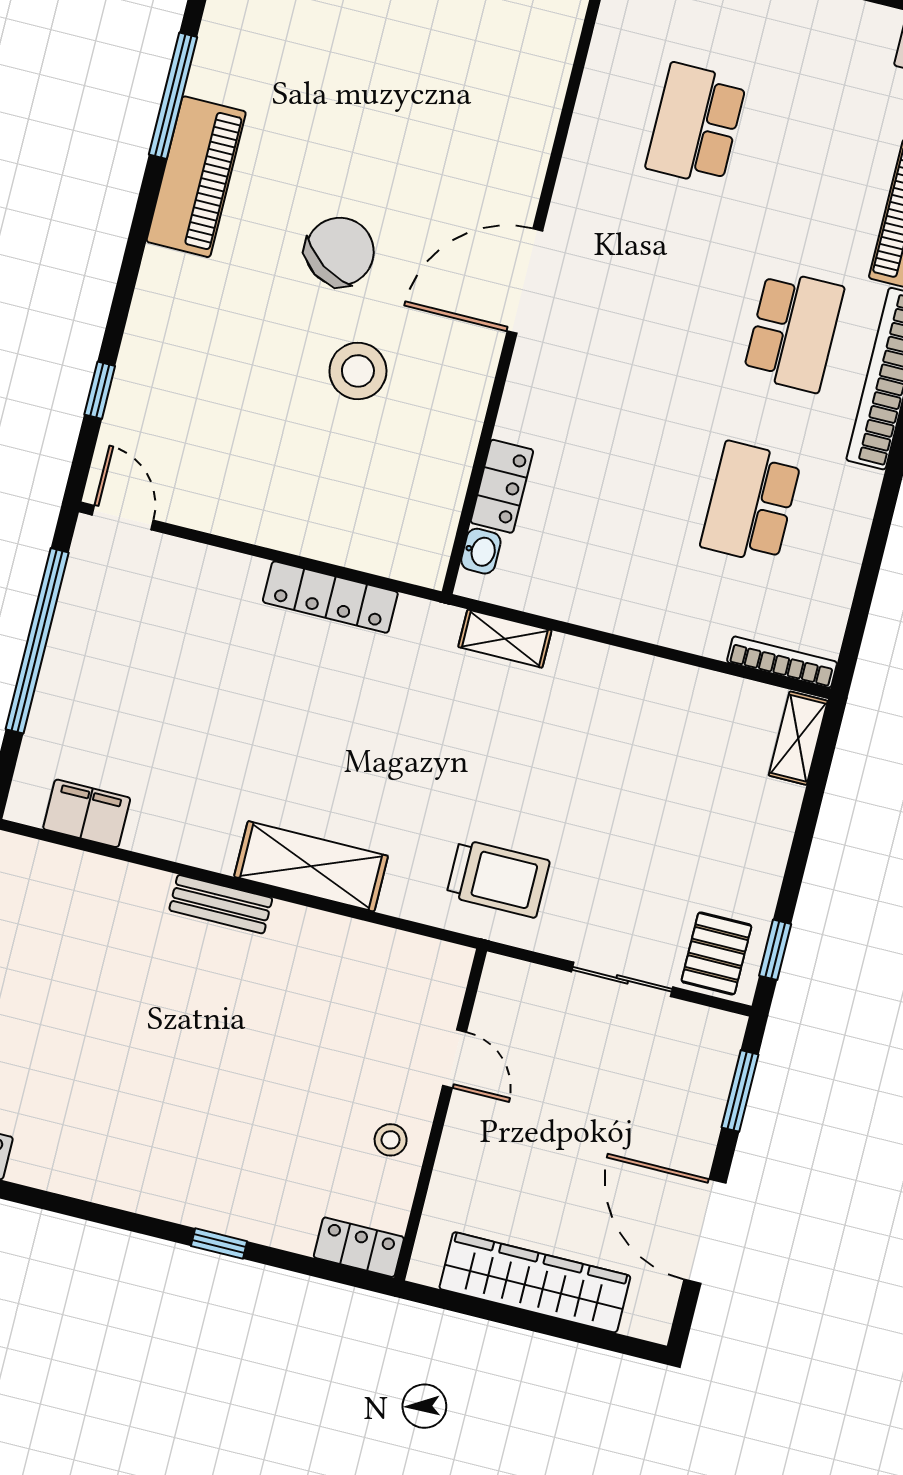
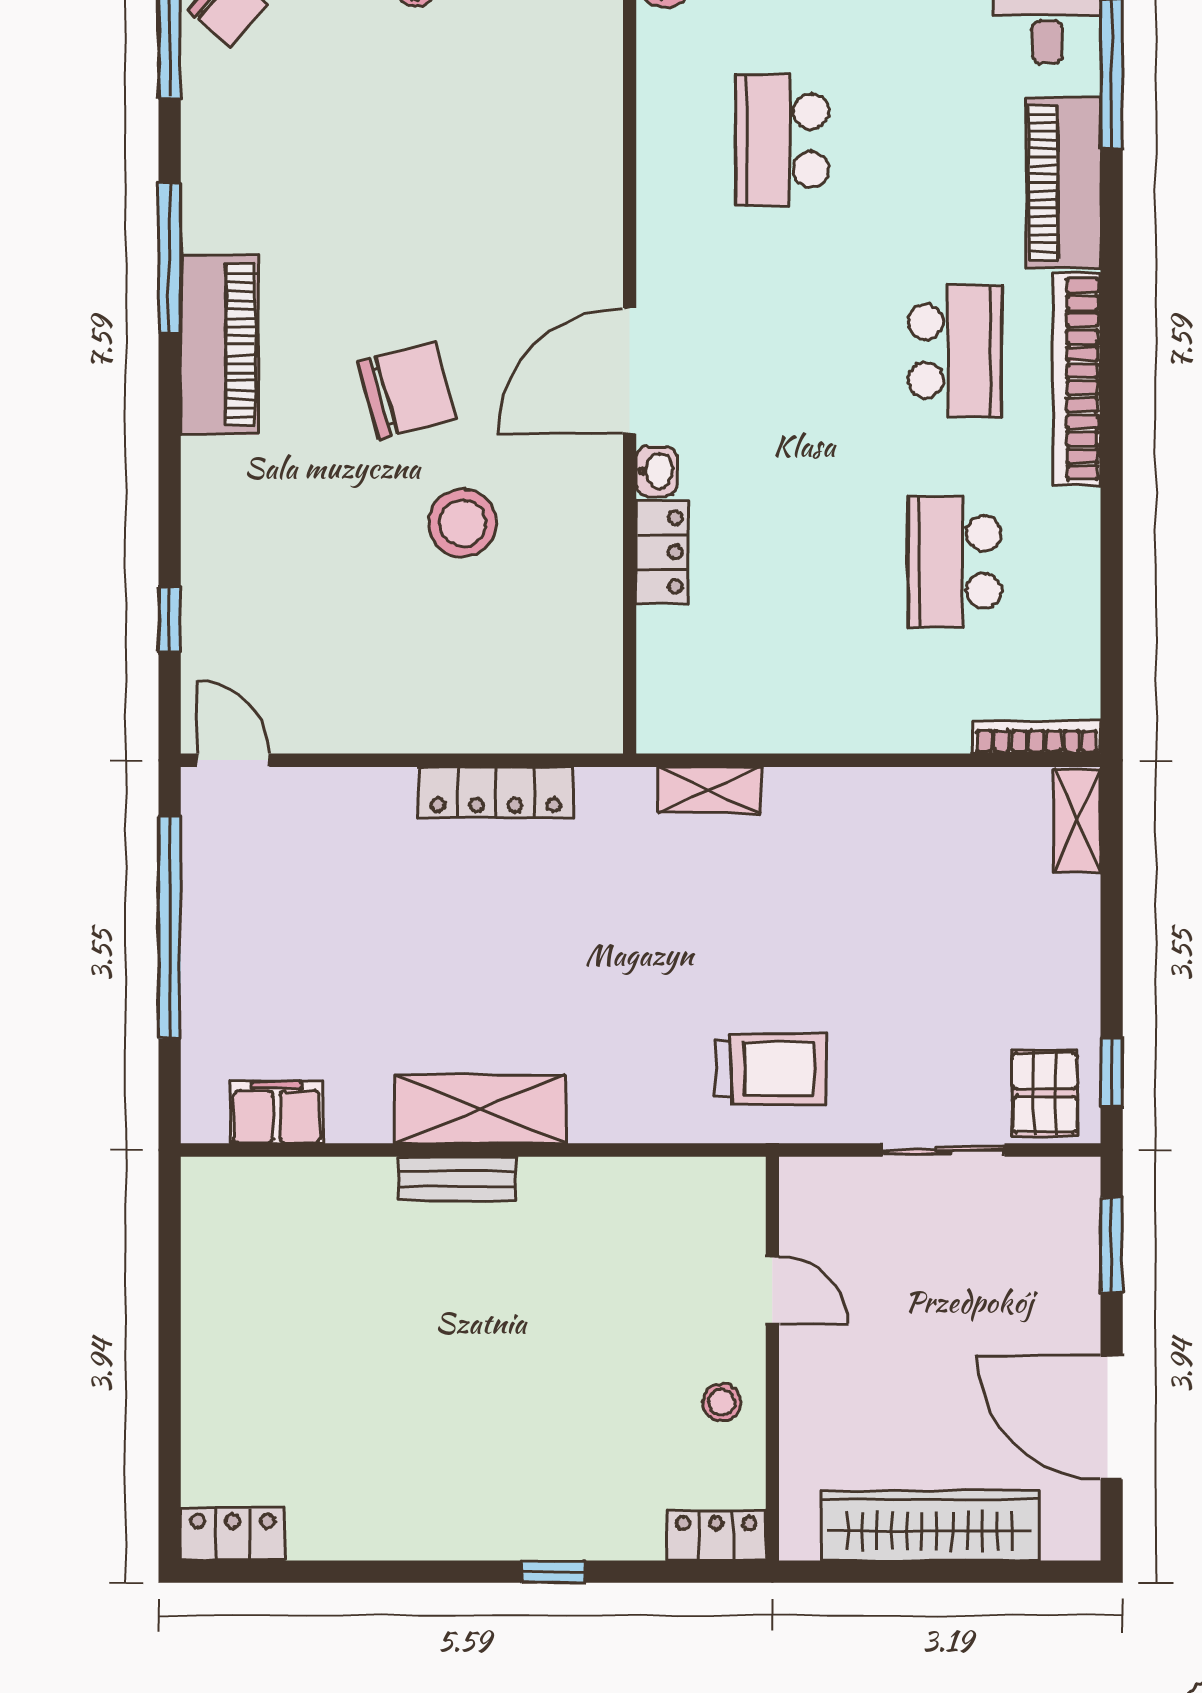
chair: (340, 252) -> (407, 390), turned 41
locker: (502, 486) -> (662, 552), moved
washbasin: (481, 551) -> (657, 471), moved
shelving: (311, 866) -> (480, 1109), moved

